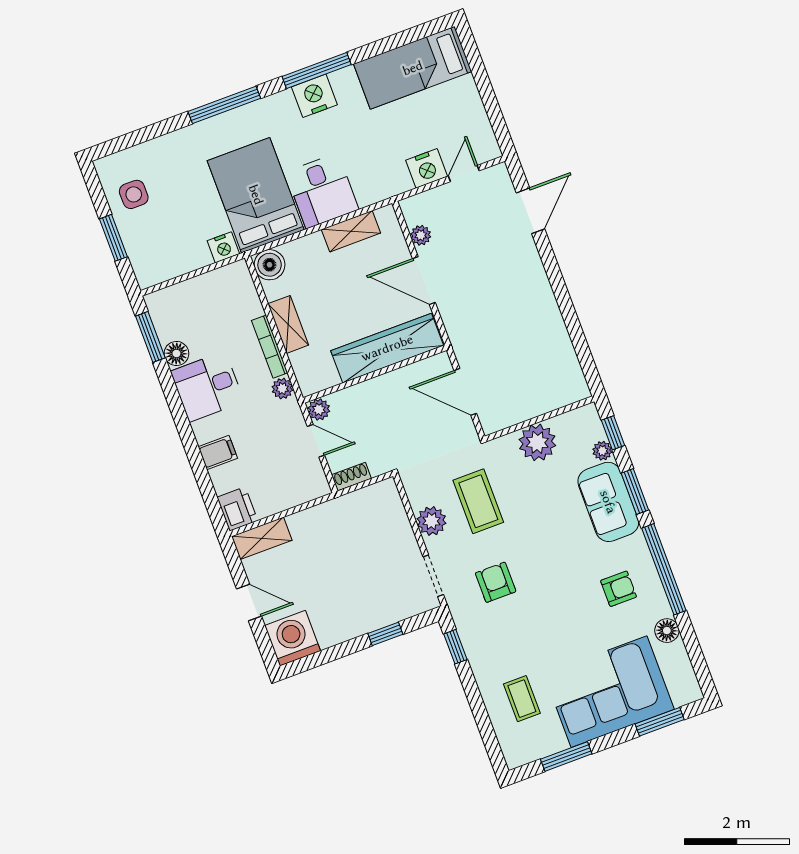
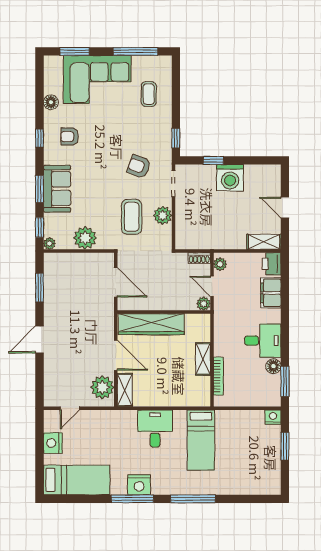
nightstand: (427, 168) -> (53, 443), moved, turned -90
side table: (134, 194) -> (264, 467), removed
bed: (256, 195) -> (201, 440), width x0.67
door: (531, 211) -> (39, 340), moved
shelving: (351, 231) -> (125, 390), moved, turned 90
plant: (421, 235) -> (102, 387), width x1.88, depth x1.88
nightstand: (223, 247) -> (273, 417), moved
boiler: (270, 265) -> (201, 397), removed
window: (579, 341) -> (39, 288), added
bookcase: (270, 347) -> (218, 376), moved
plant: (282, 388) -> (220, 264), moved
plant: (602, 451) -> (49, 243), moved
filing cabinet: (218, 453) -> (271, 293), width x2.00
window: (664, 569) -> (39, 138), width x0.32
armchair: (496, 582) -> (139, 167), turned 111
washing machine: (293, 638) -> (230, 178), moved
window: (566, 757) -> (136, 51), width x1.44

